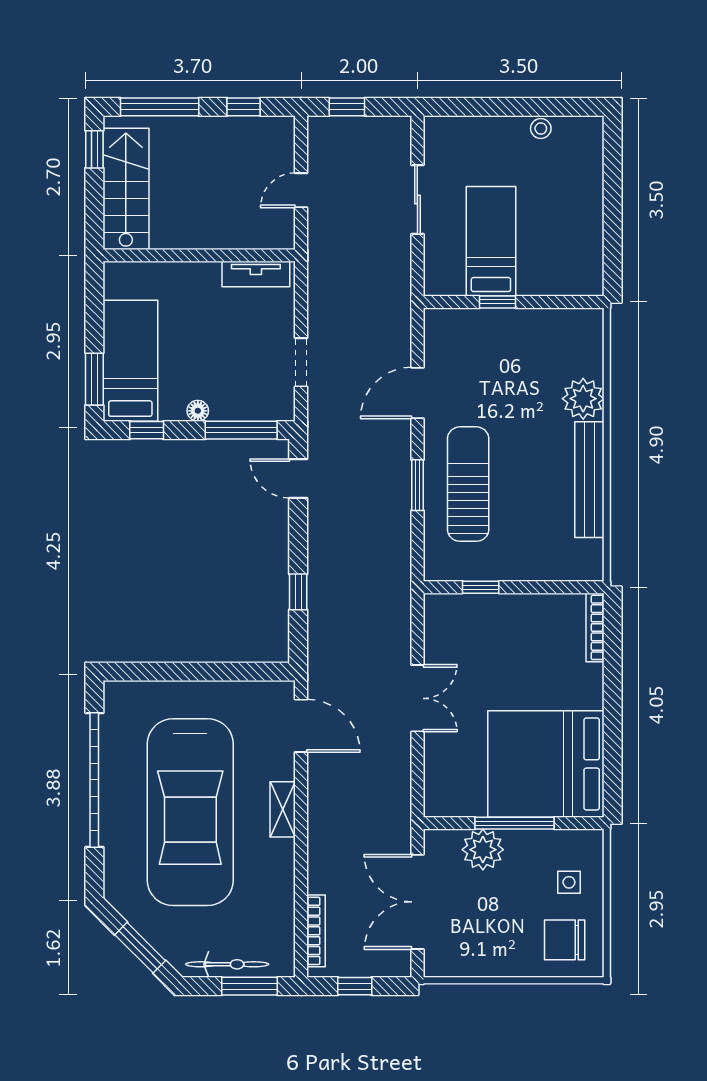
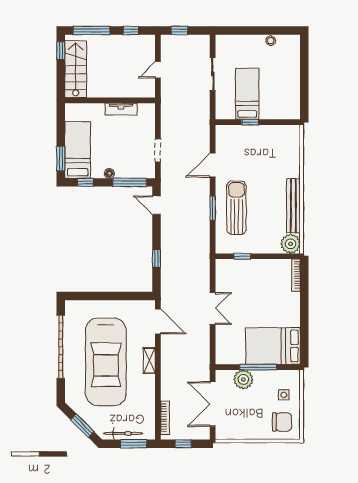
tv unit: (256, 274) -> (121, 109), moved
plant: (583, 399) -> (290, 244), moved
bed: (546, 764) -> (273, 346), width x0.73
chair: (565, 940) -> (282, 422), turned 180

